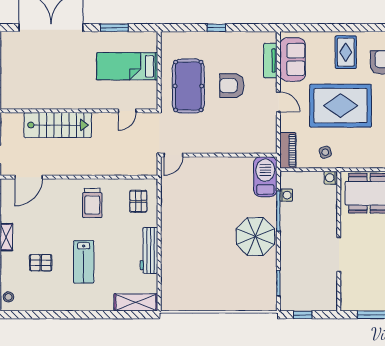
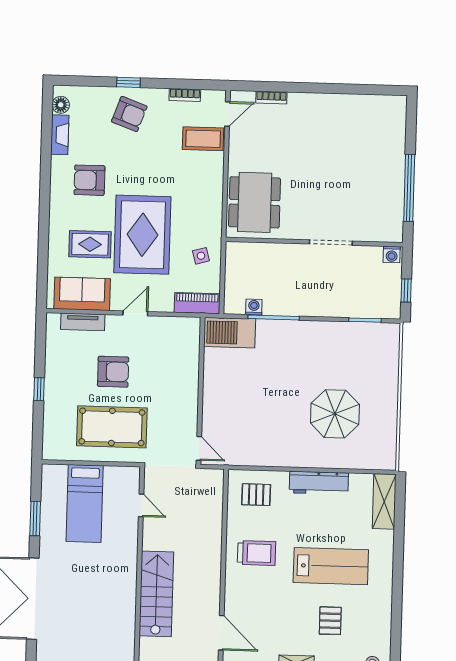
rug: (346, 52) -> (90, 244), moved
armchair: (232, 86) -> (113, 372), turned -90
washing machine: (331, 178) -> (392, 254), moved
parasol: (255, 237) -> (335, 414), moved
lab bench: (84, 262) -> (331, 566), width x1.36, depth x1.39

